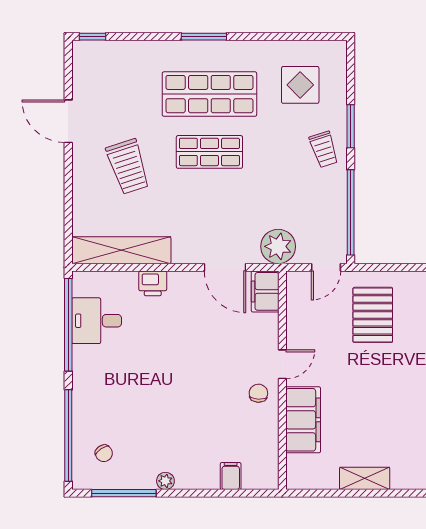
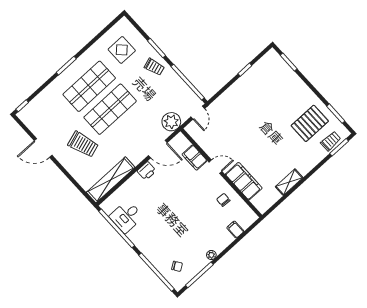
shop shelf: (209, 152) -> (110, 109), width x1.43, depth x1.36
printer: (153, 283) -> (147, 171), moved
filing cabinet: (265, 291) -> (195, 158), moved
pallet: (373, 315) -> (233, 115), removed
door: (282, 364) -> (215, 167), hinge flipped
chair: (258, 393) -> (223, 200), moved

